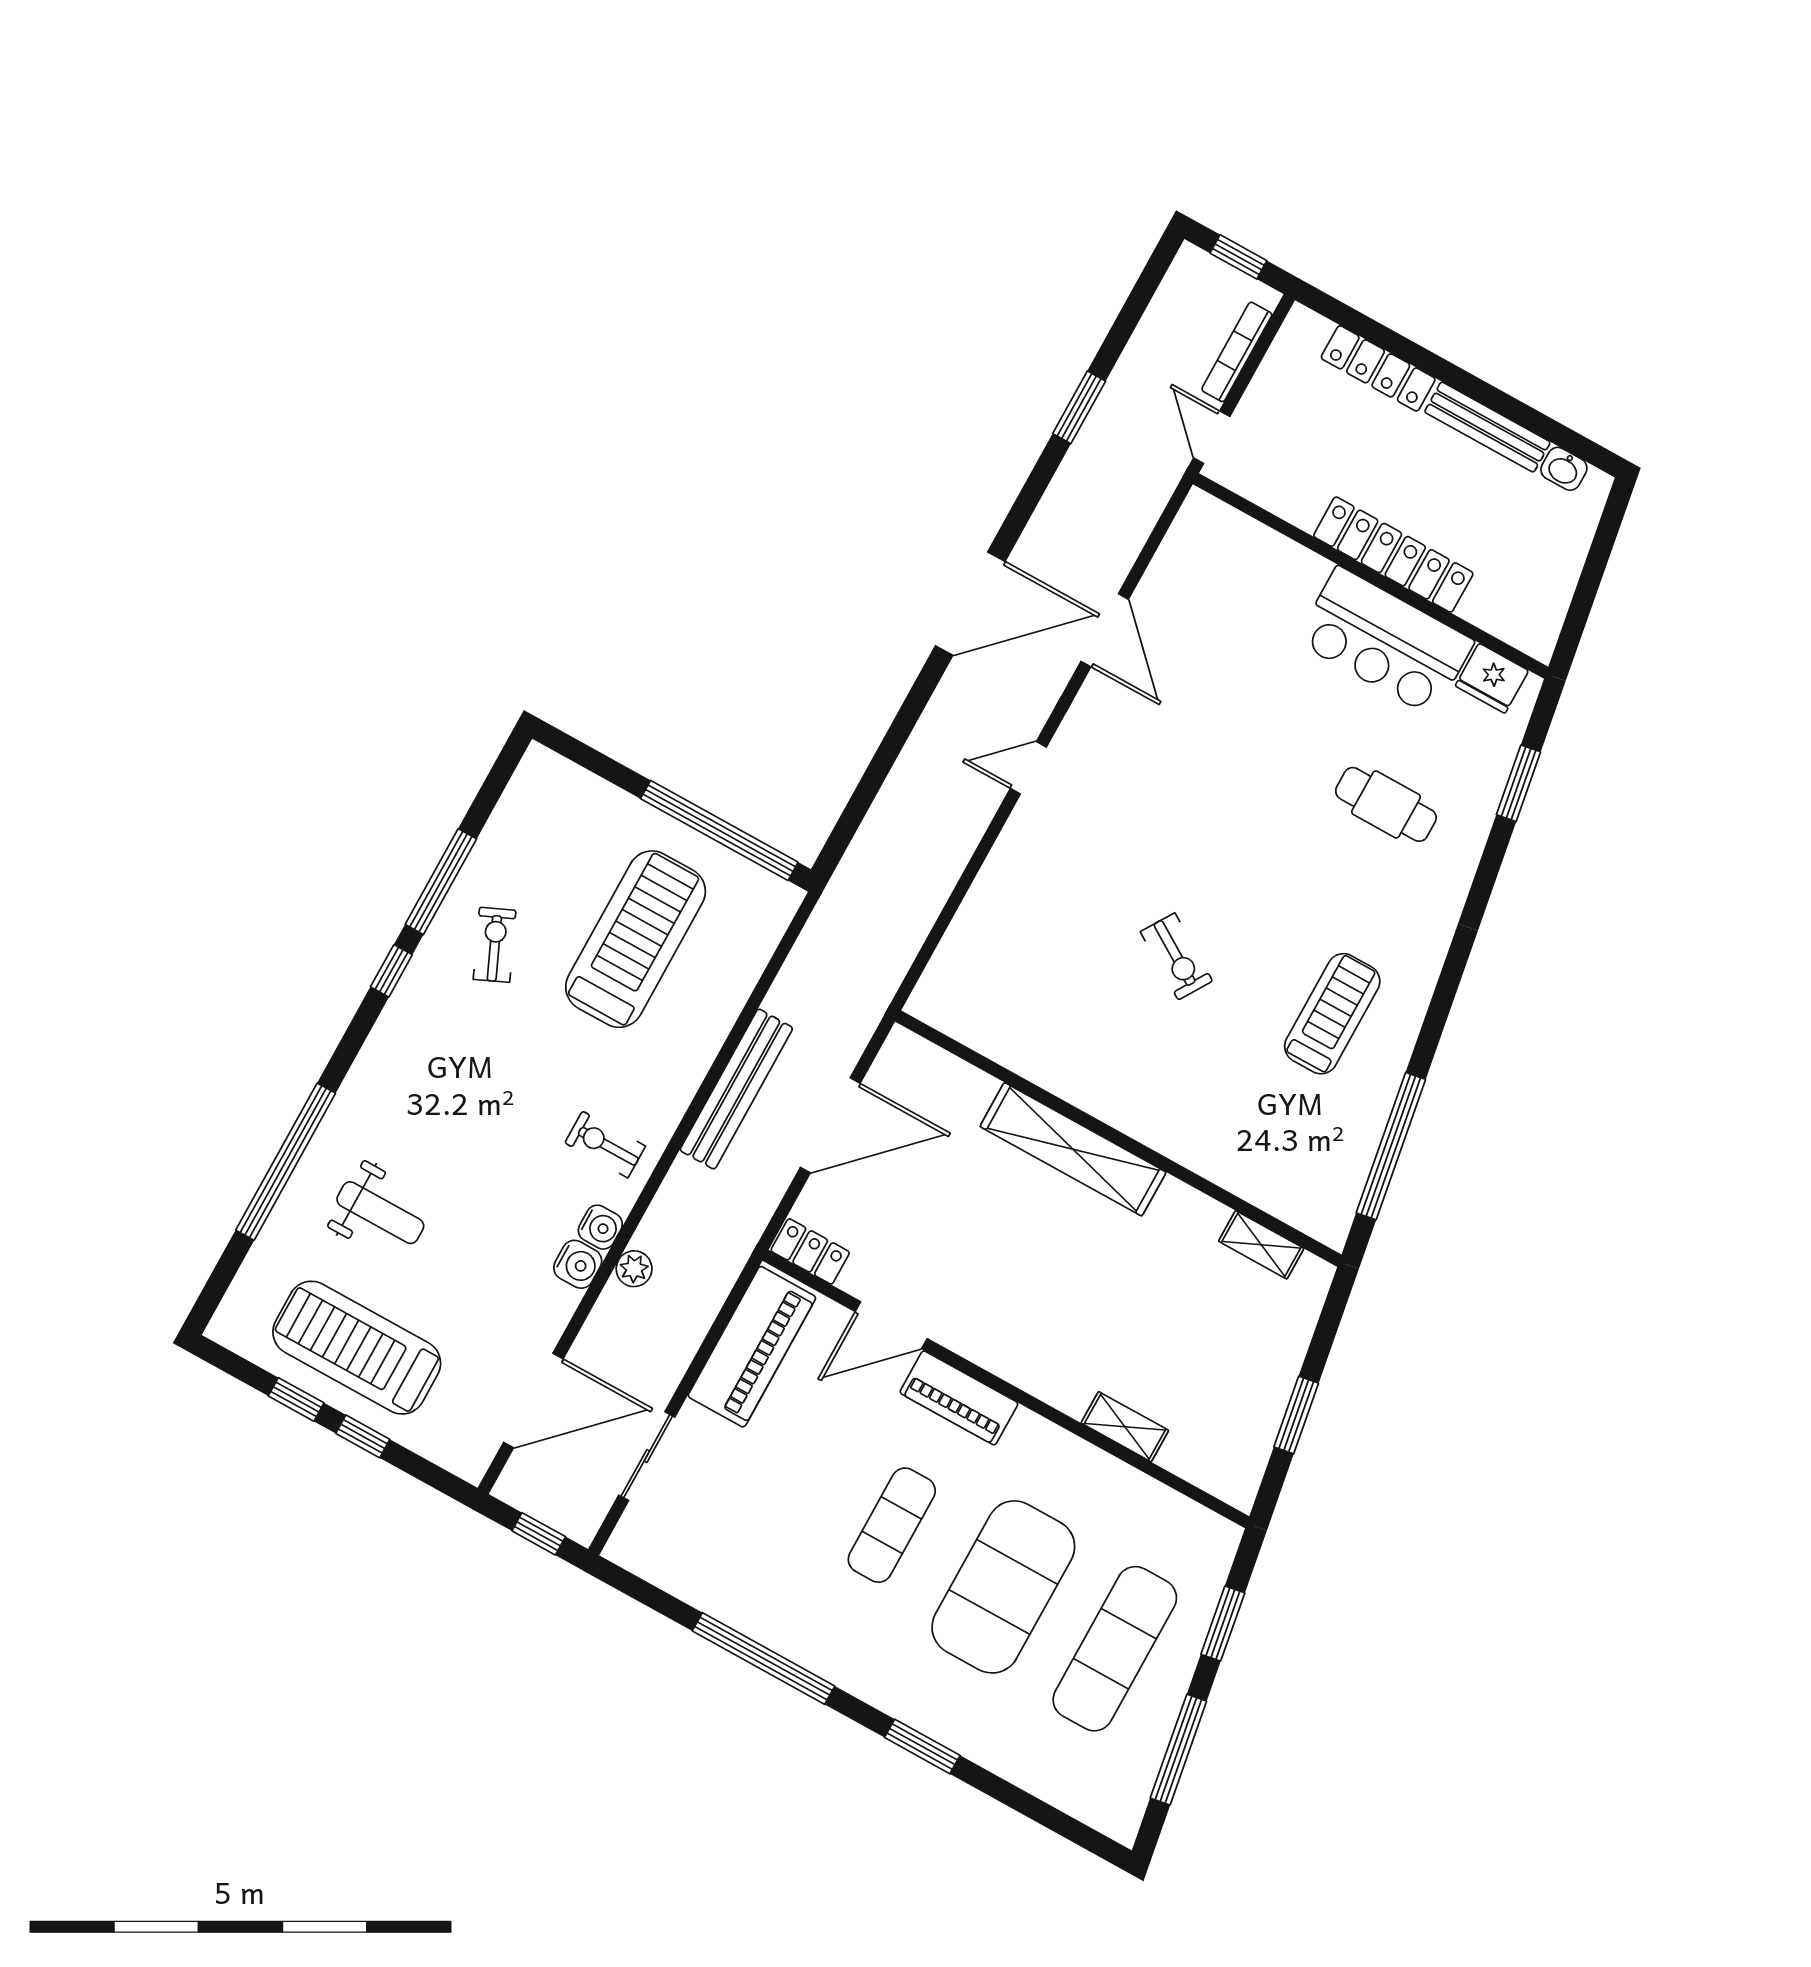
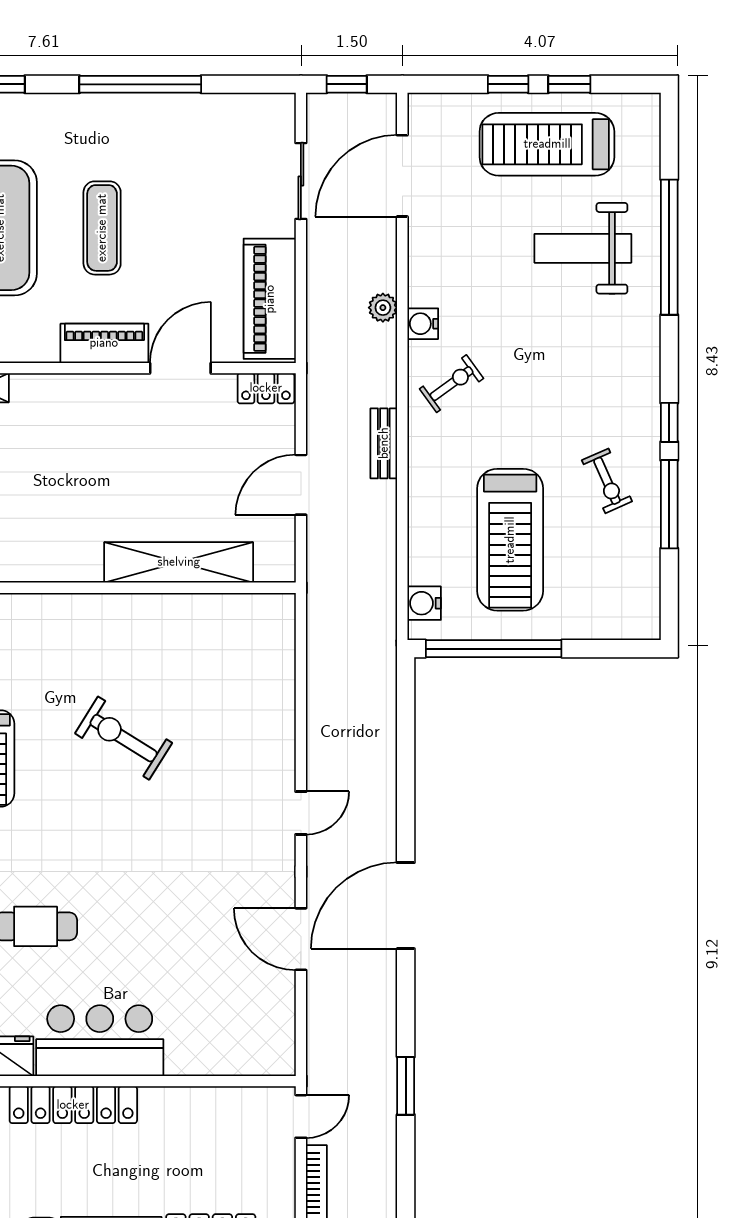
door: (1212, 437) -> (301, 1116), hinge flipped
locker: (1393, 555) -> (73, 1105), moved
exercise bike: (1176, 956) -> (124, 738), width x1.38, depth x1.39
bench: (736, 1089) -> (384, 443), width x0.54, depth x0.82
door: (830, 1125) -> (301, 485), width x0.73
exercise bike: (605, 1144) -> (452, 384), turned -36
shelving: (1073, 1149) -> (179, 562), moved
weight bench: (380, 1213) -> (583, 248), width x1.36, depth x1.33
water cooler: (578, 1264) -> (424, 603), moved
treadmill: (357, 1348) -> (547, 144), turned 180

